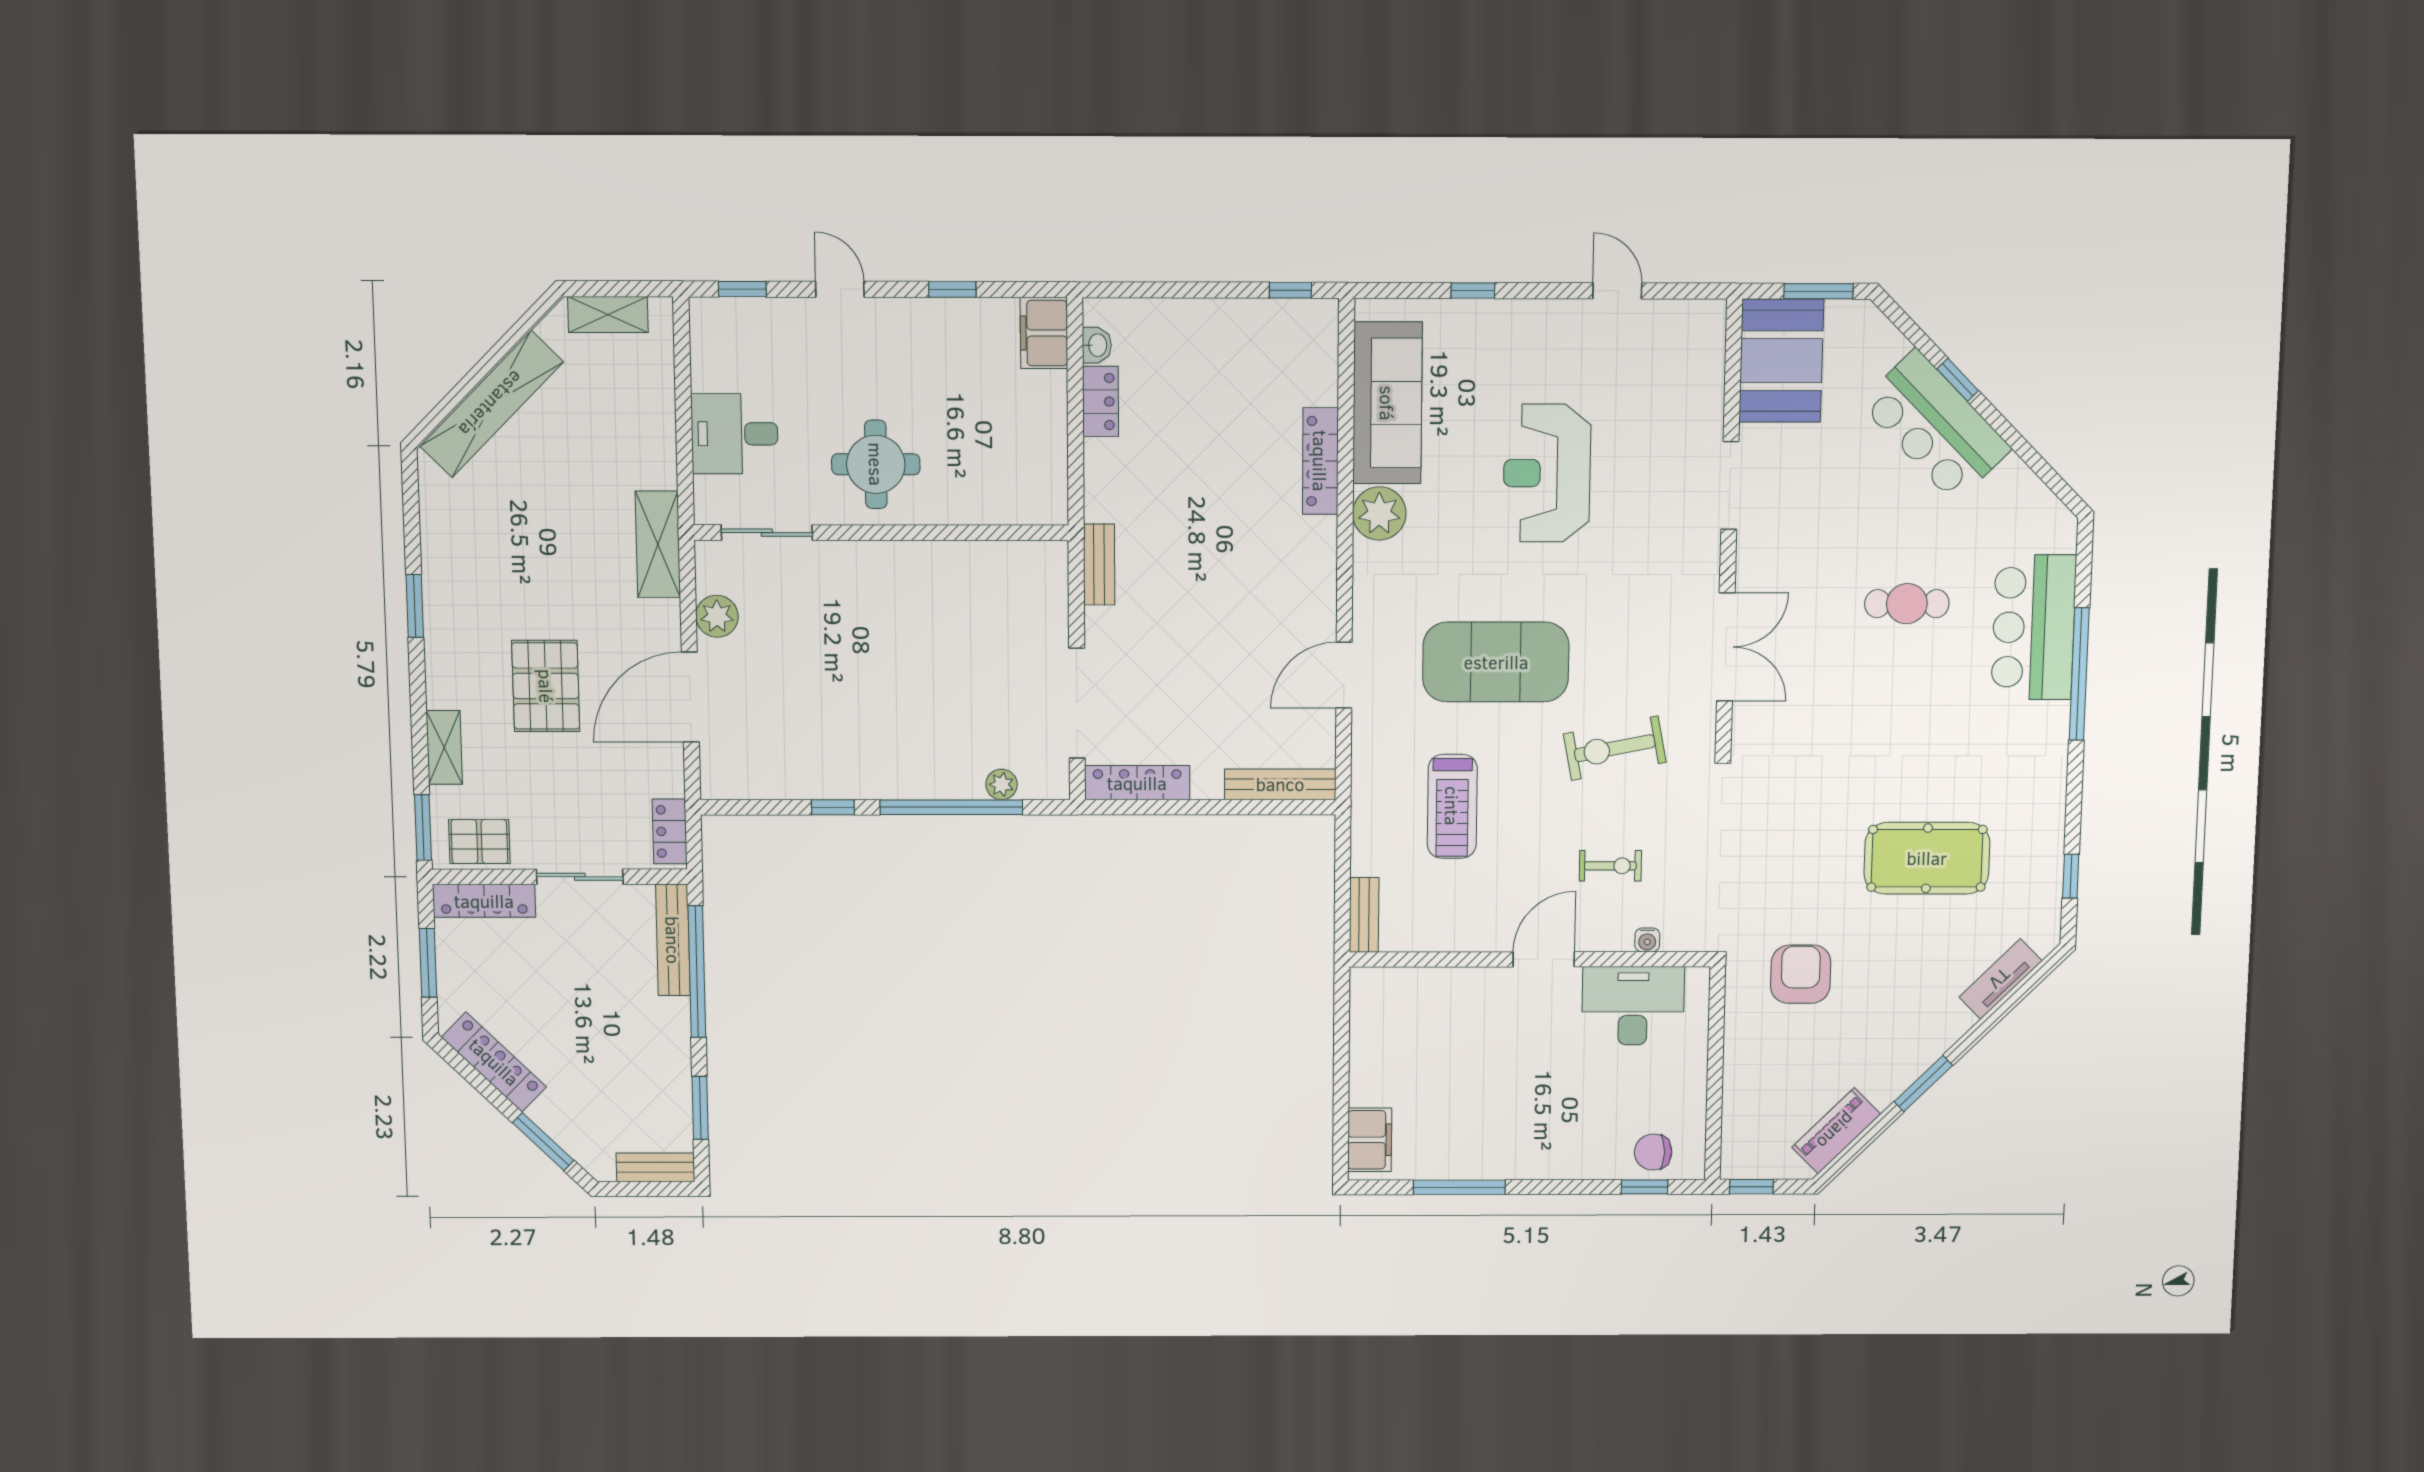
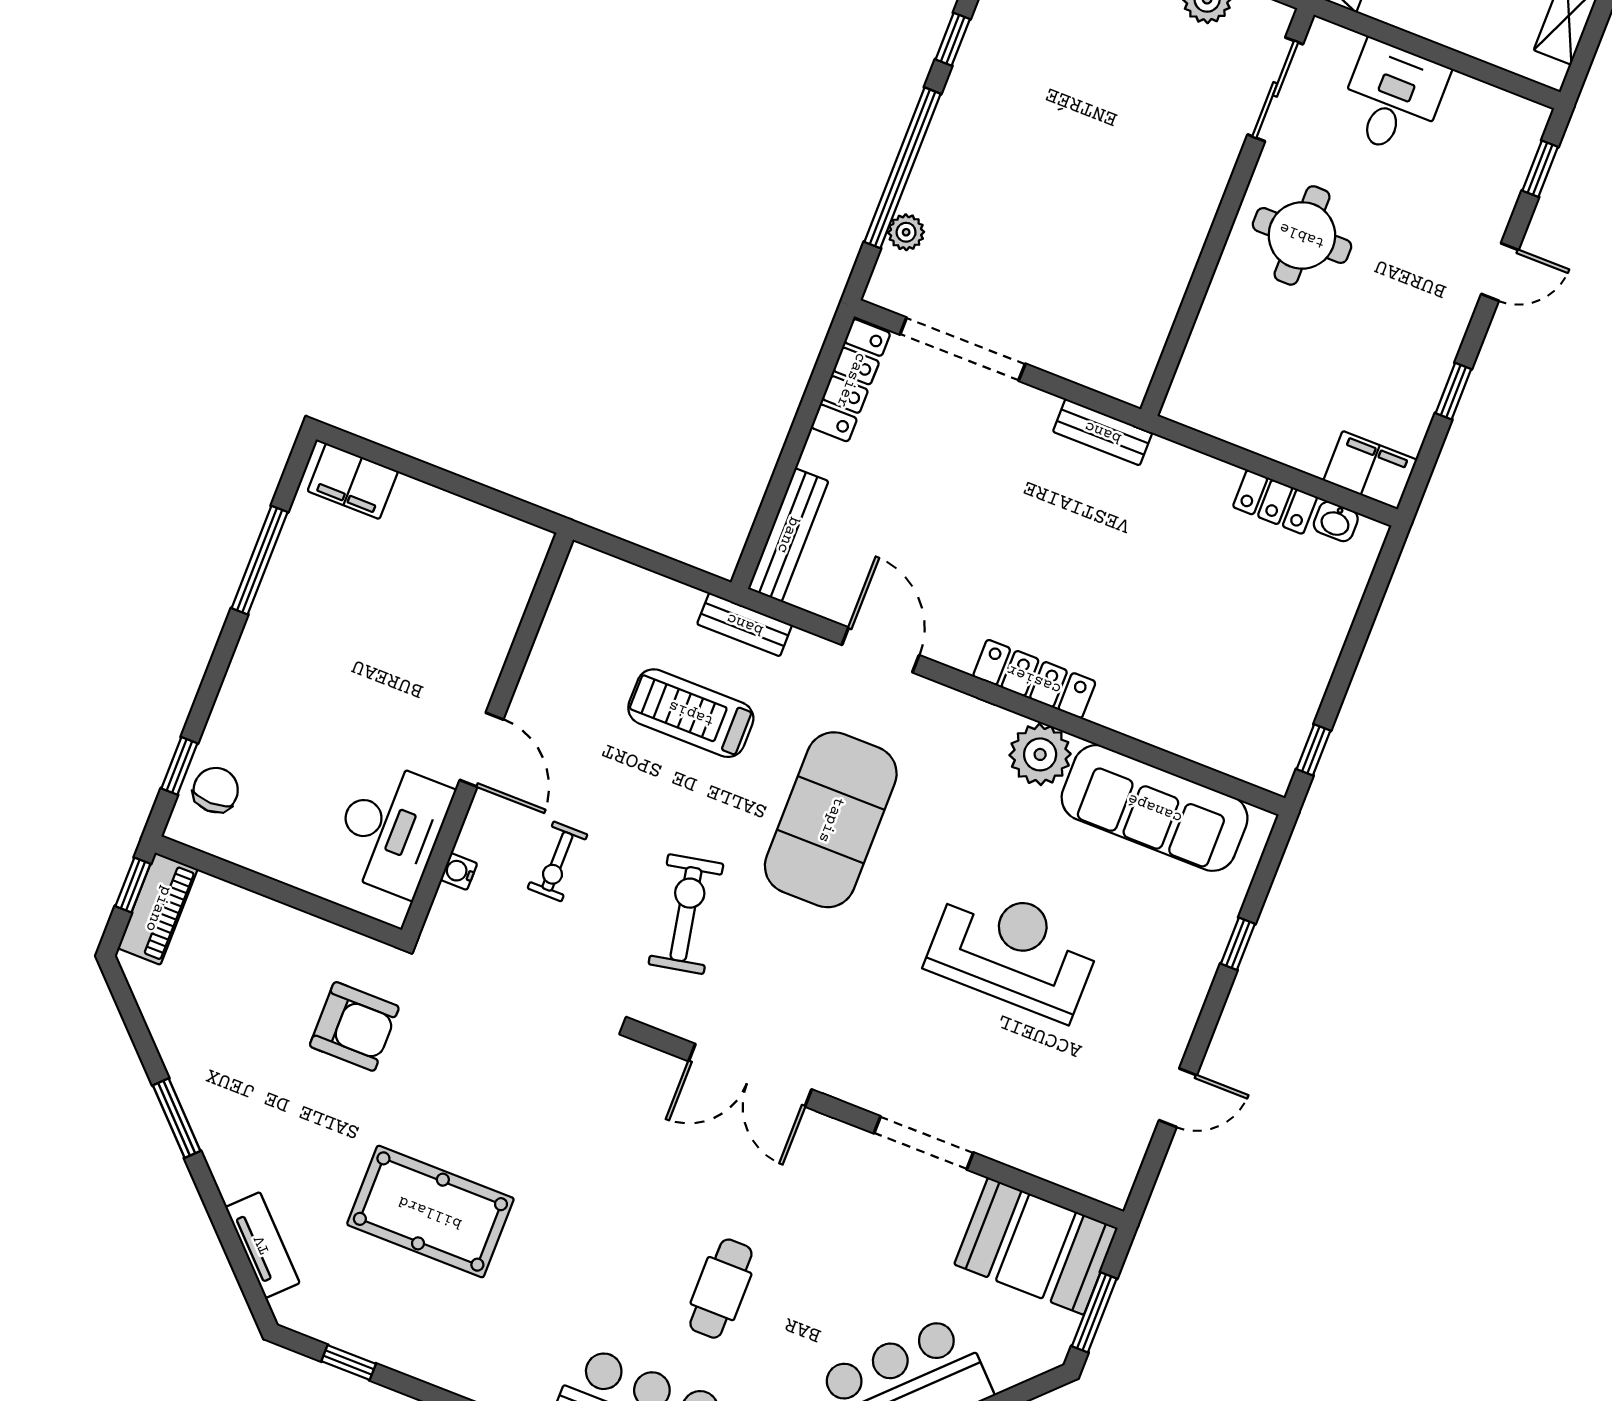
locker: (1320, 461) -> (1034, 679), moved
pool table: (1927, 858) -> (430, 1212), turned 90
bench: (1364, 915) -> (745, 624), moved
piano: (1836, 1131) -> (158, 909), moved, turned 45

